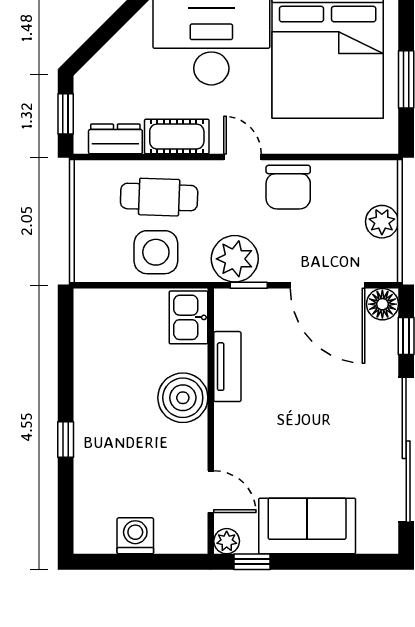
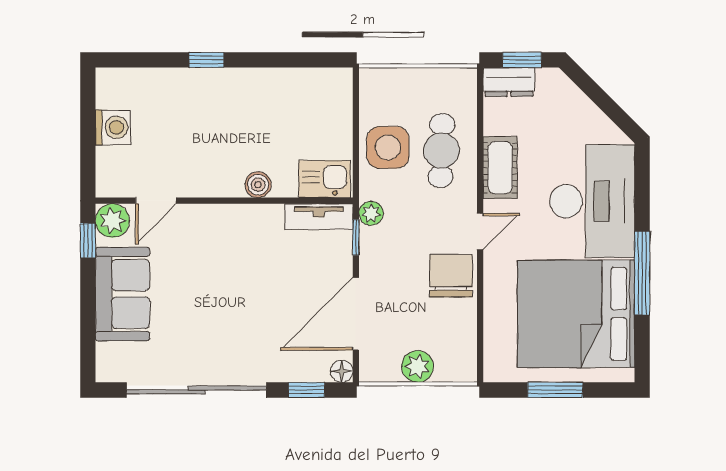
dresser: (115, 139) -> (509, 82), moved, turned 90
chair: (288, 187) -> (451, 276), turned 90
plant: (235, 259) -> (371, 213), width x0.53, depth x0.53
floor lamp: (382, 304) -> (342, 371), width x0.73, depth x0.73
tv unit: (227, 367) -> (319, 217), moved
boiler: (183, 398) -> (258, 185), width x0.54, depth x0.54
plant: (227, 541) -> (112, 221), width x1.38, depth x1.38

